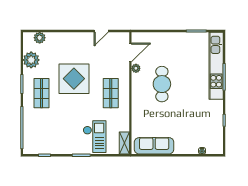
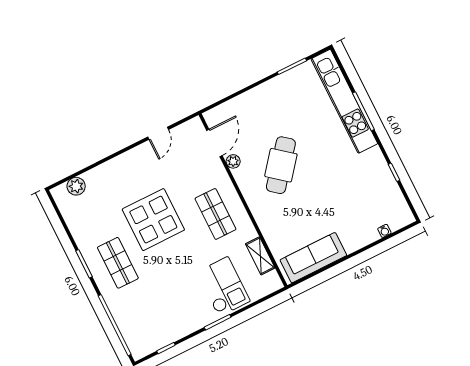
plant: (31, 60) -> (80, 223), removed
cafe table: (162, 84) -> (281, 165), turned 39
shelving: (124, 143) -> (260, 256), moved

